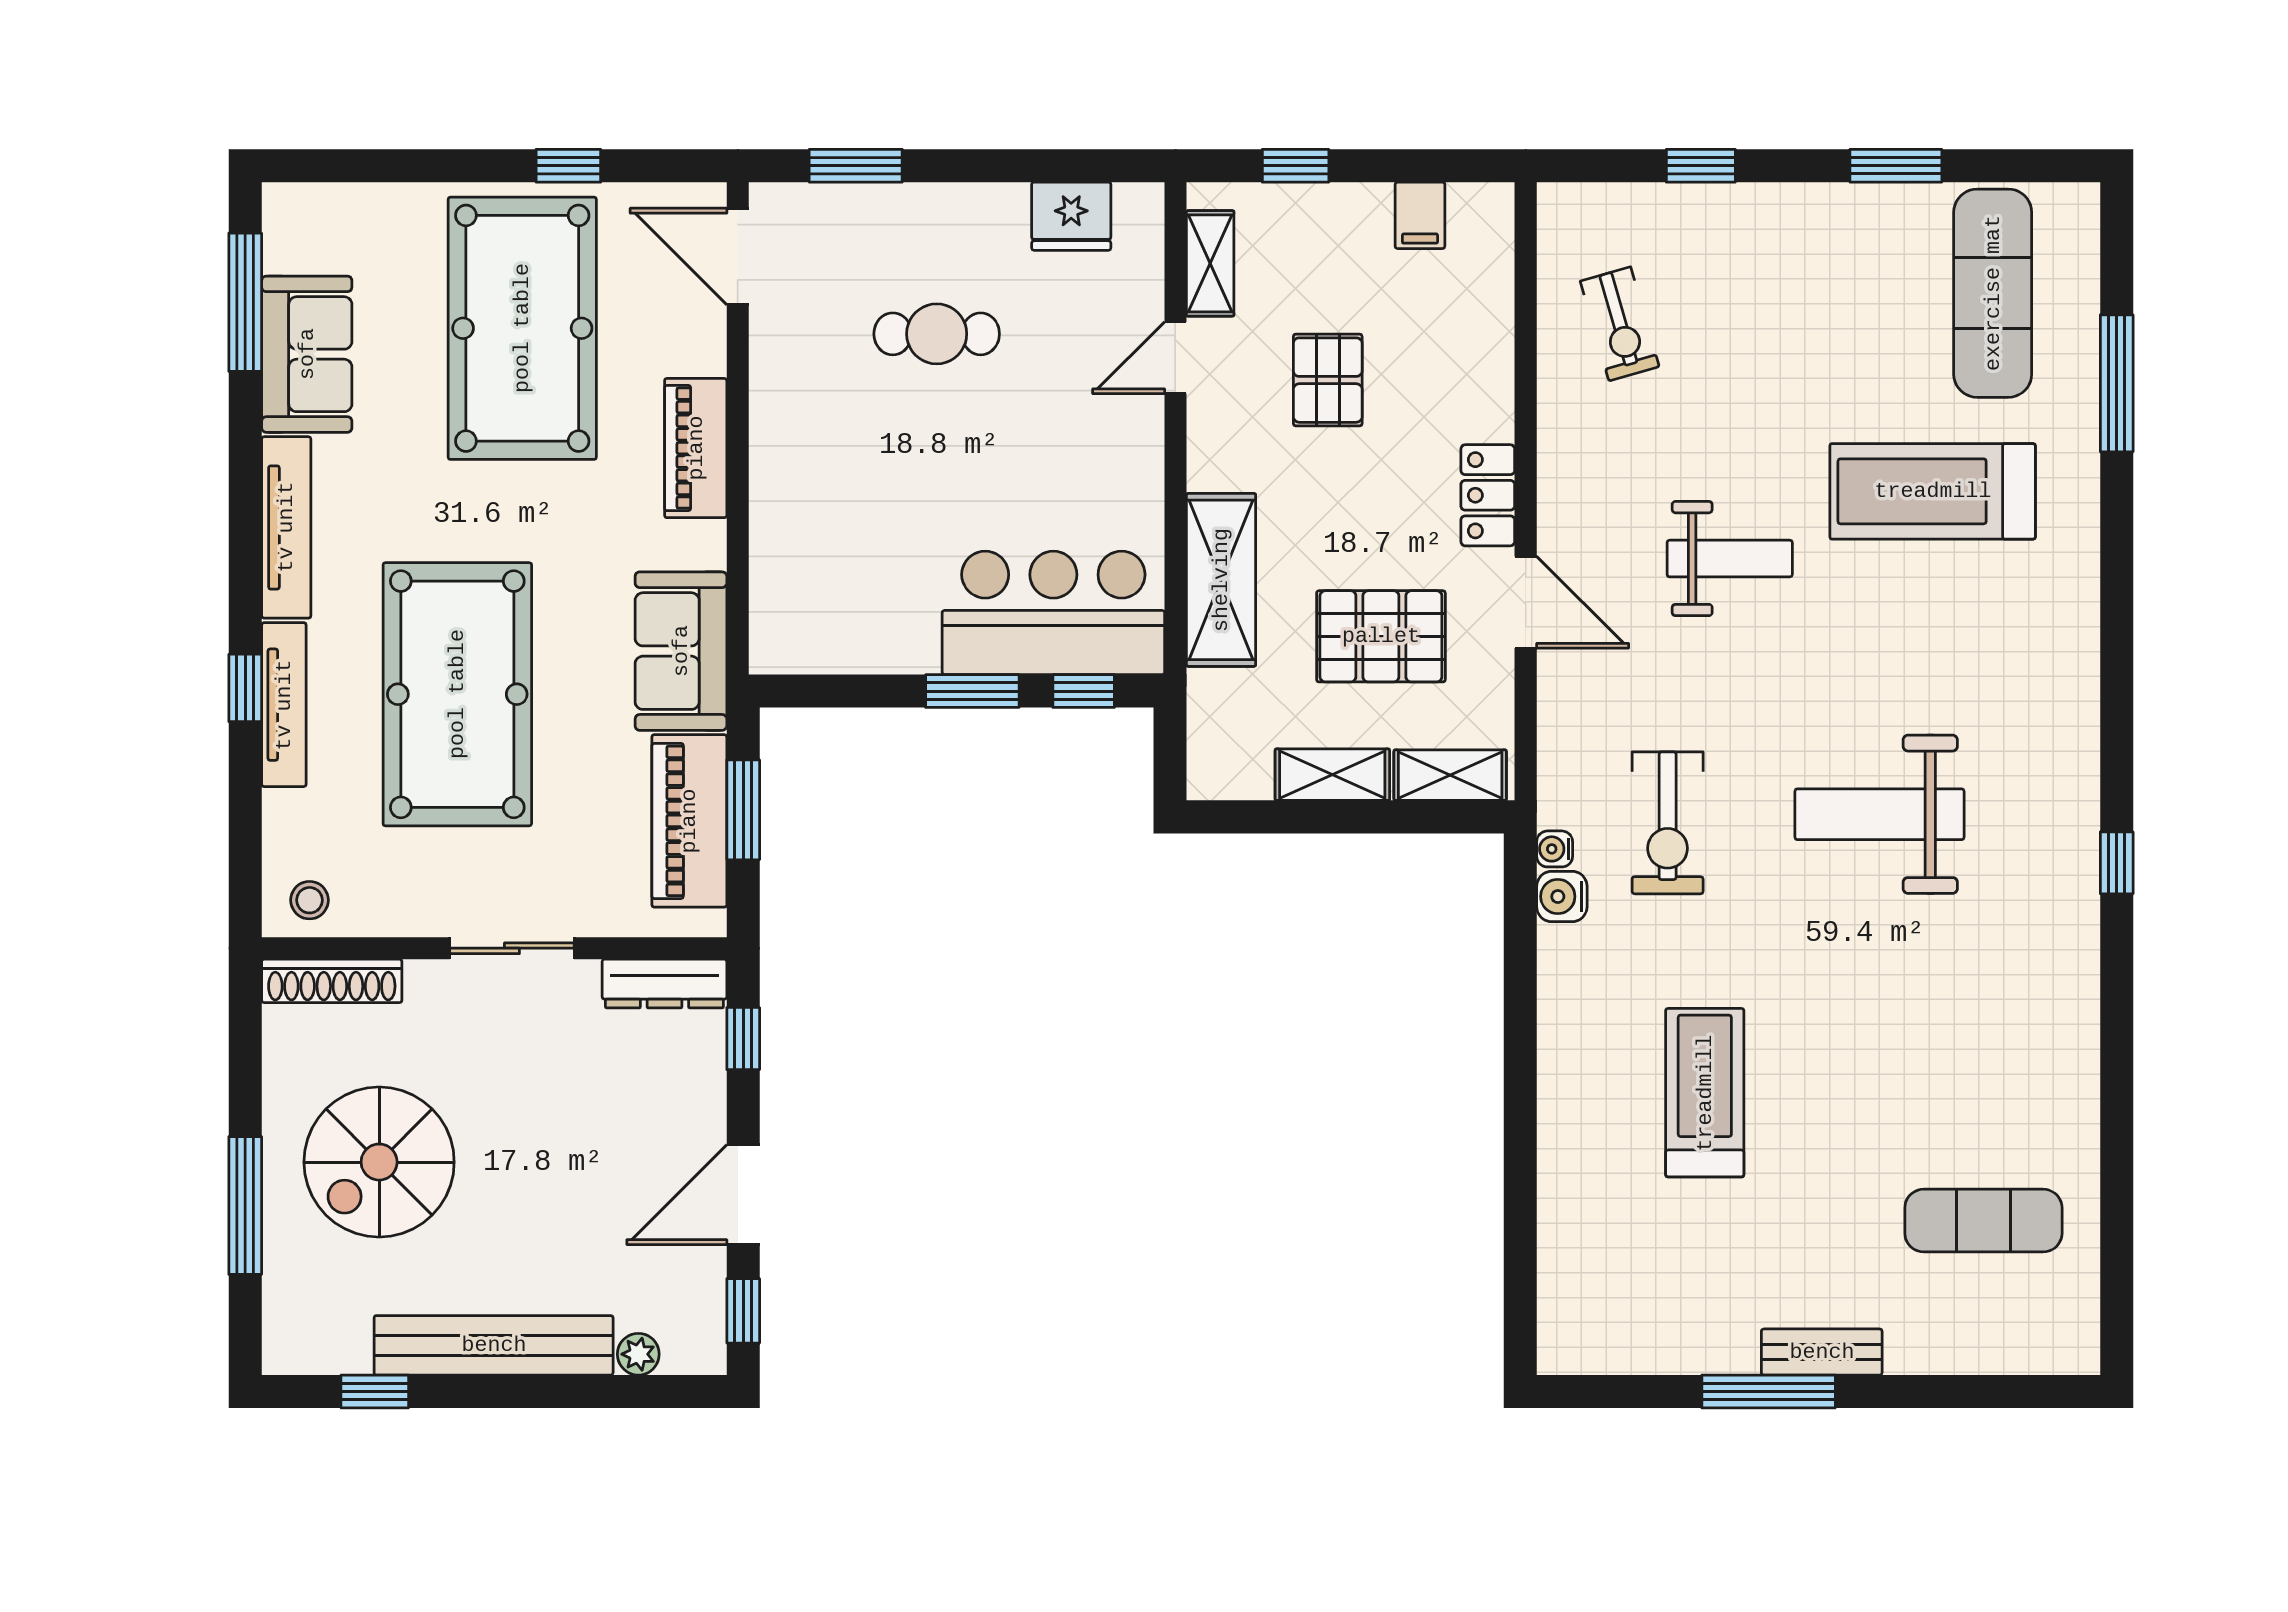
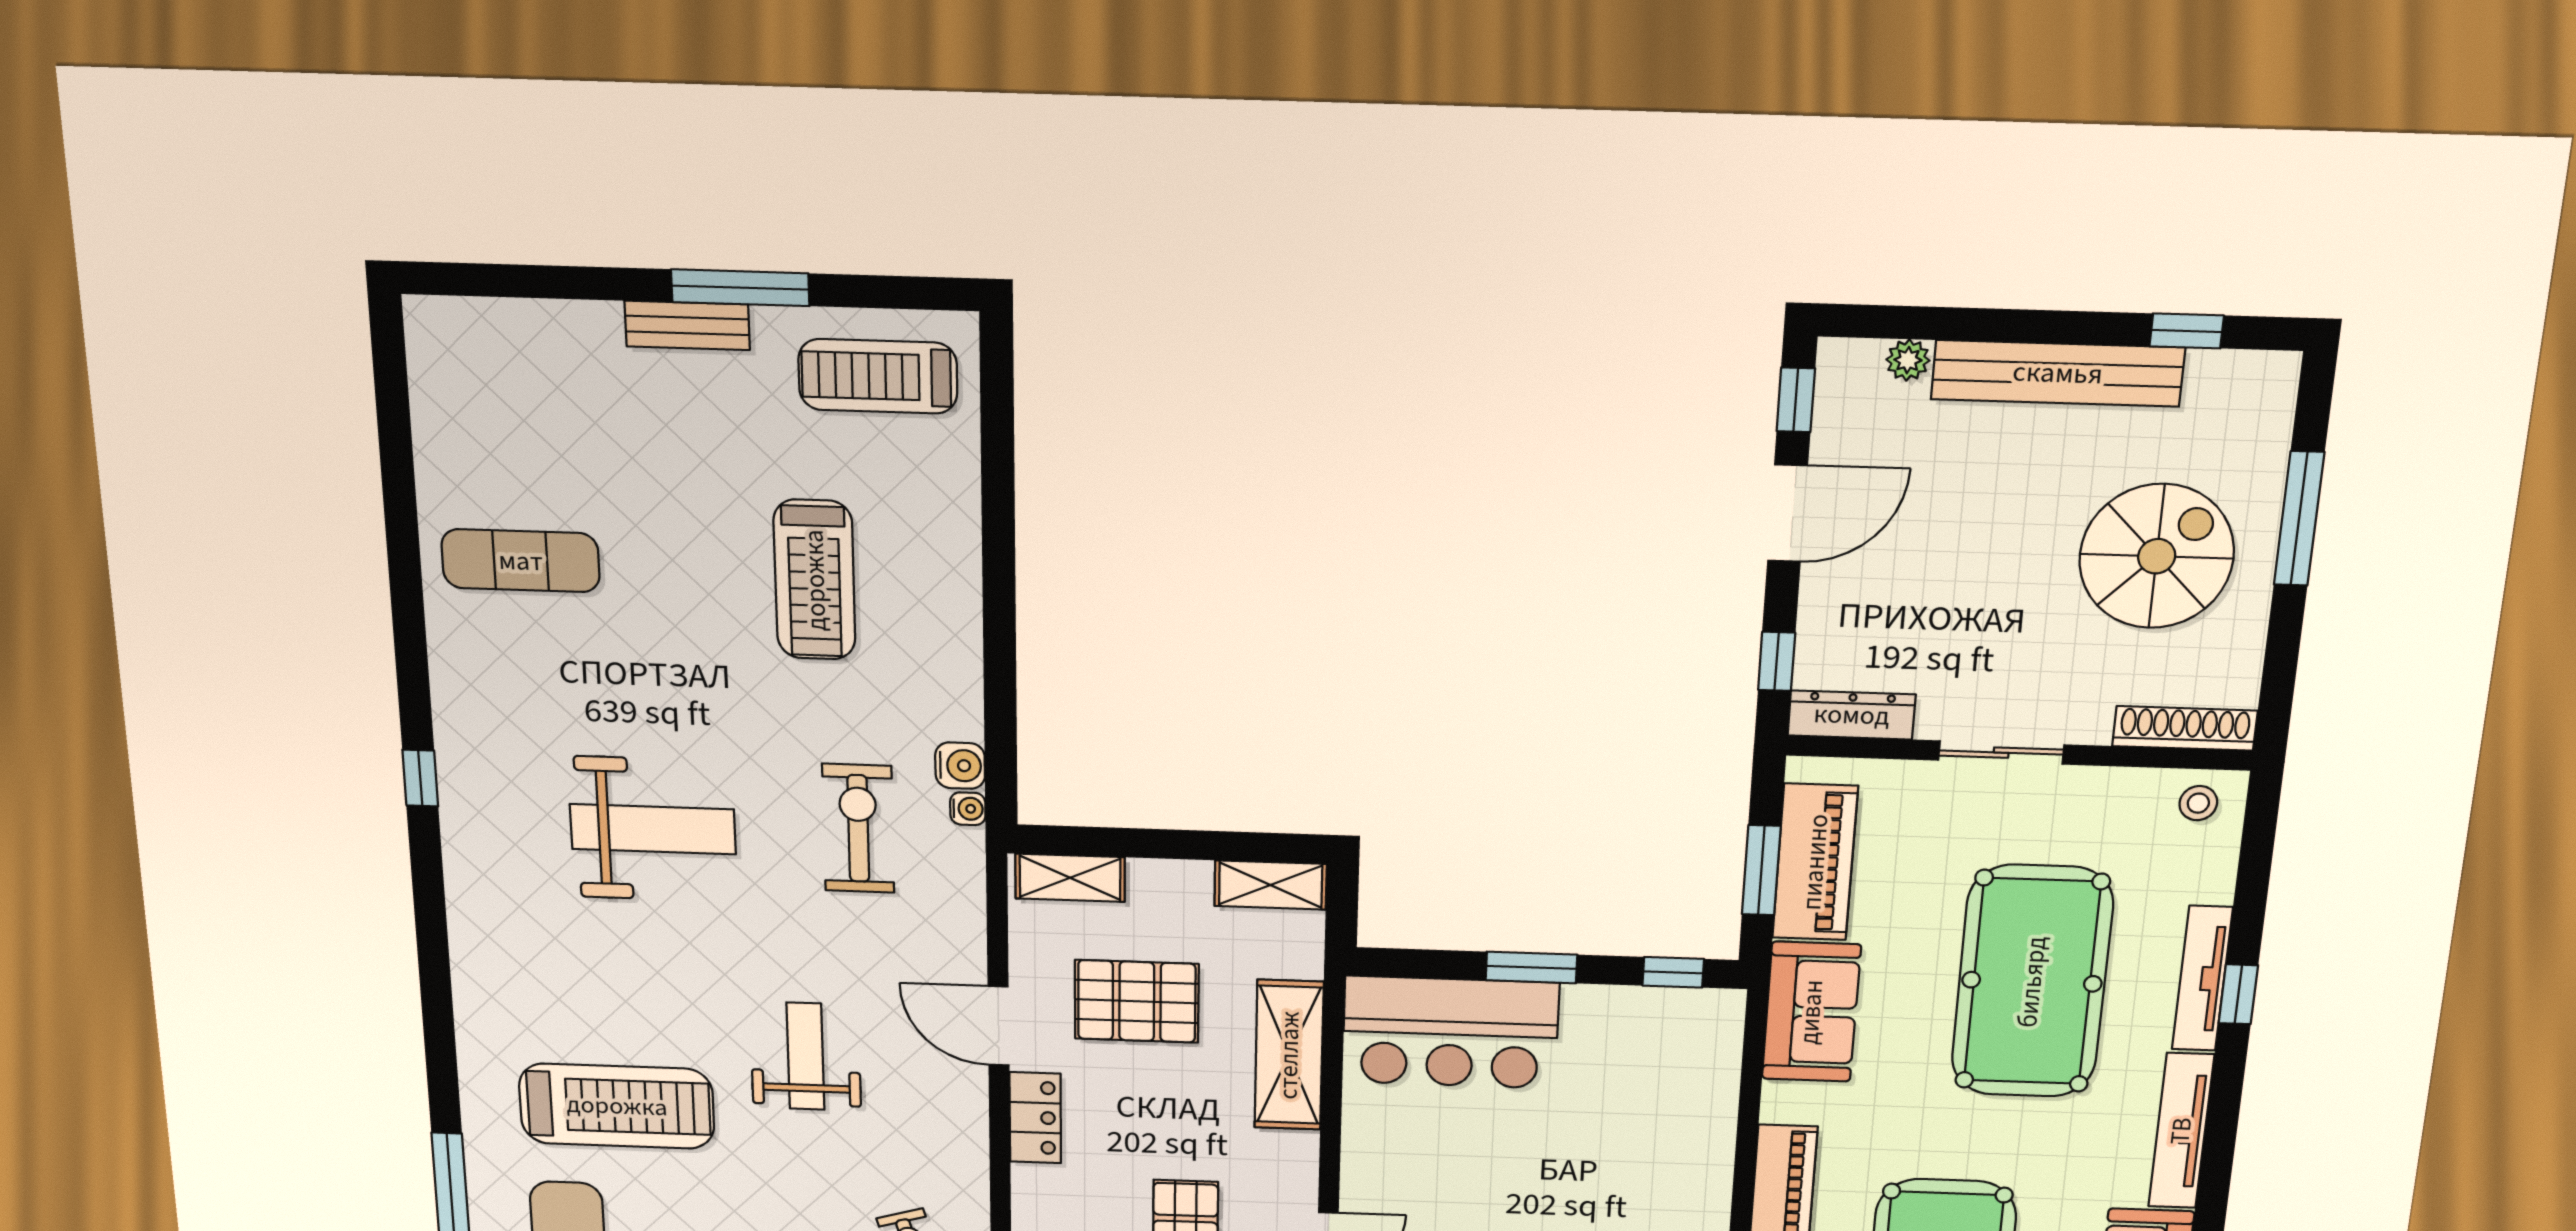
weight bench: (1730, 559) -> (805, 1056), turned 90
window: (1084, 691) -> (1673, 972), moved
shelving: (1332, 775) -> (1271, 885), moved
exercise mat: (1983, 1221) -> (521, 561), moved
treadmill: (1637, 1306) -> (878, 376), added

